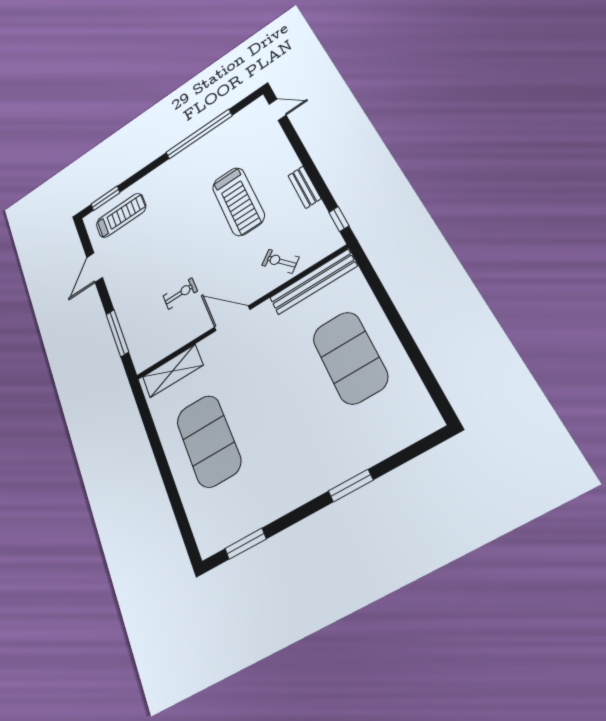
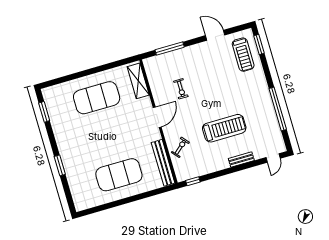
bench: (304, 187) -> (241, 159), moved
treadmill: (238, 201) -> (224, 128), turned 180

